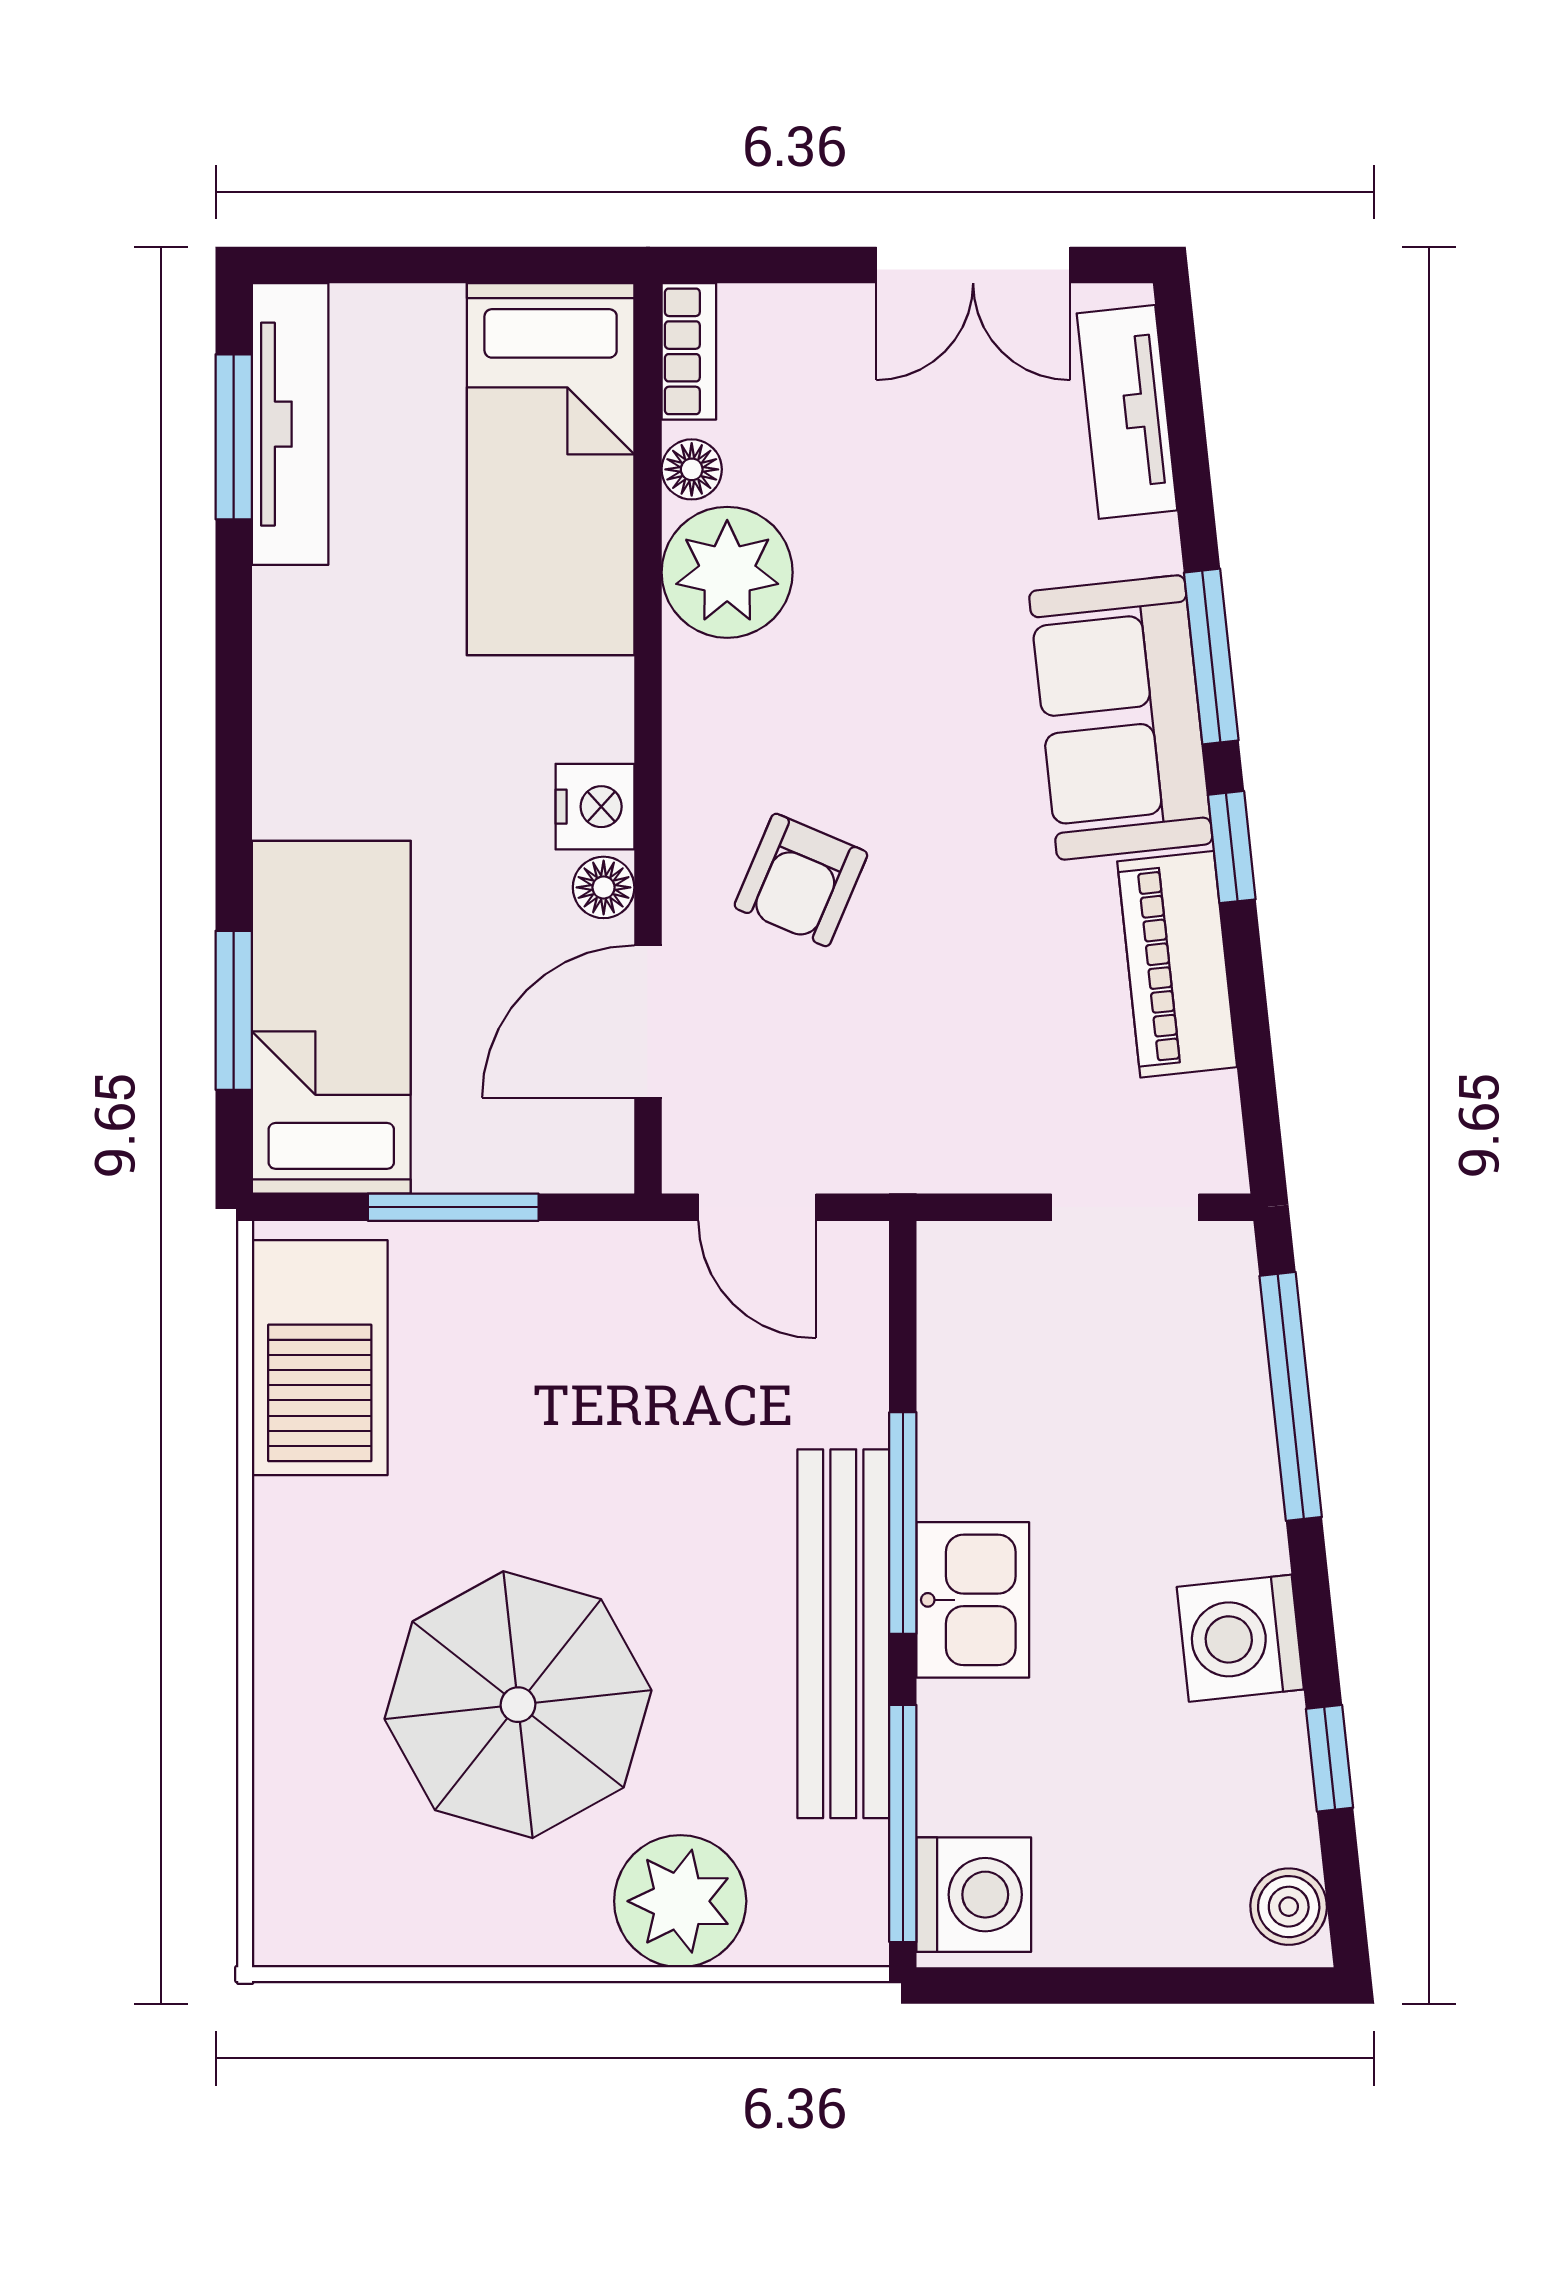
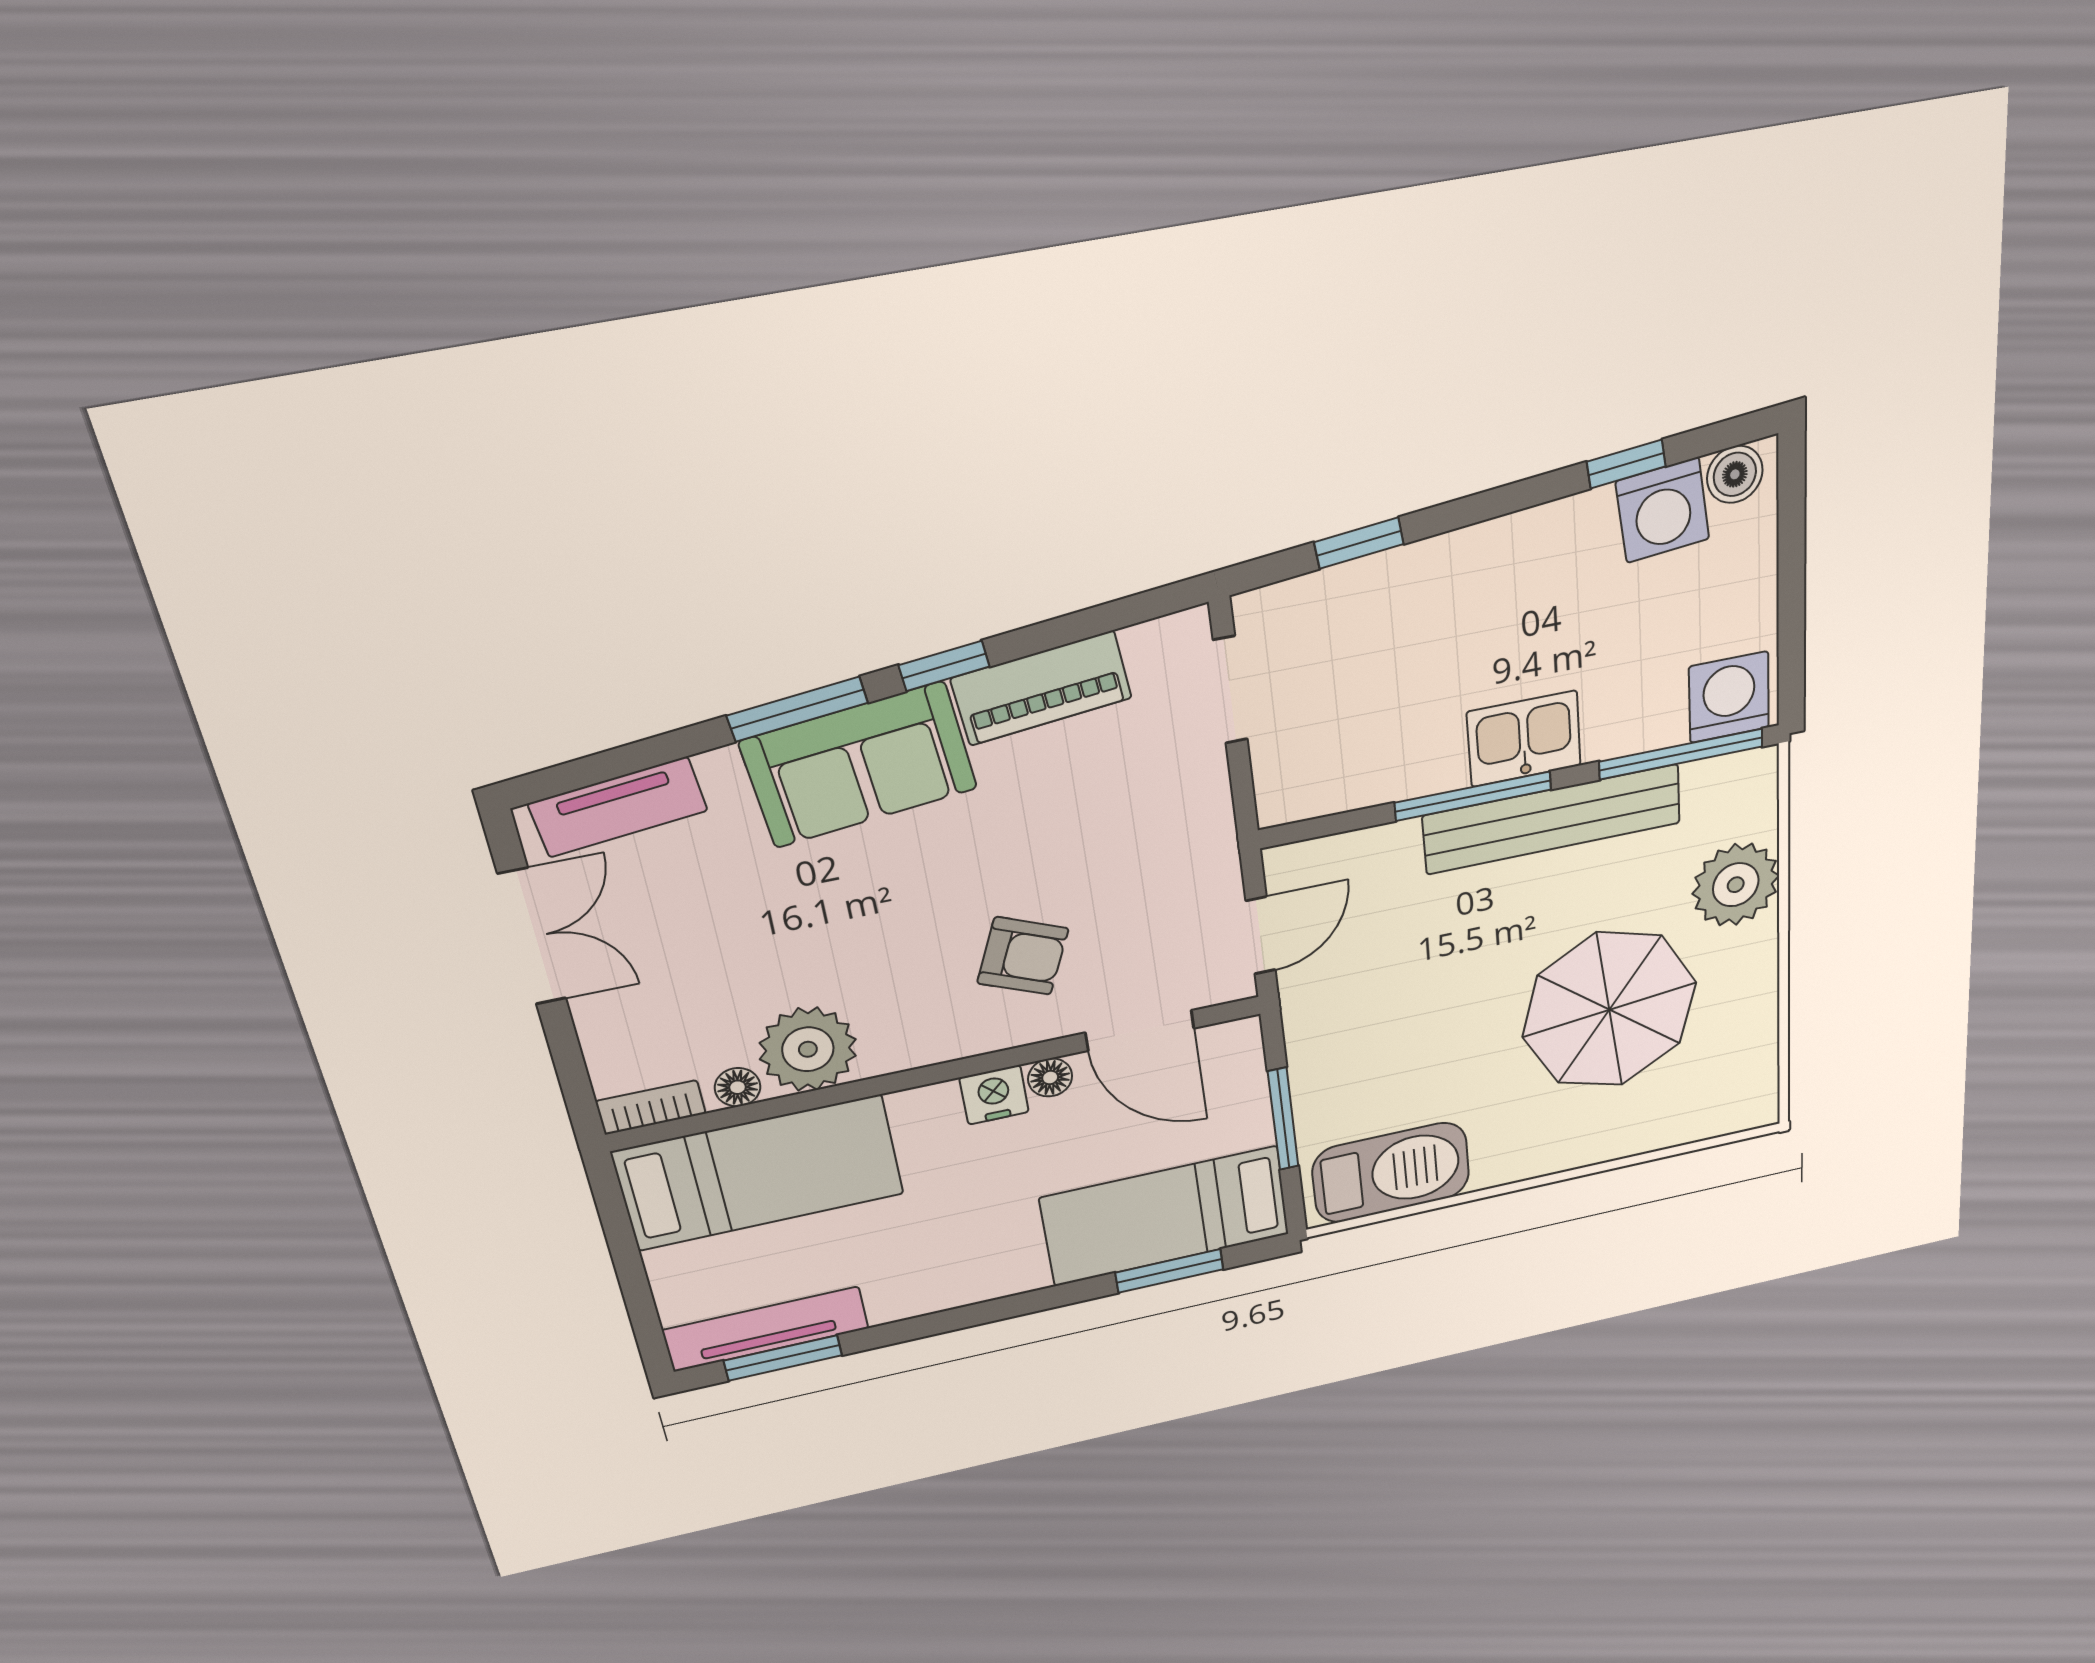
window: (1291, 1396) -> (1359, 543), width x0.46
washing machine: (1240, 1638) -> (1663, 510), moved

